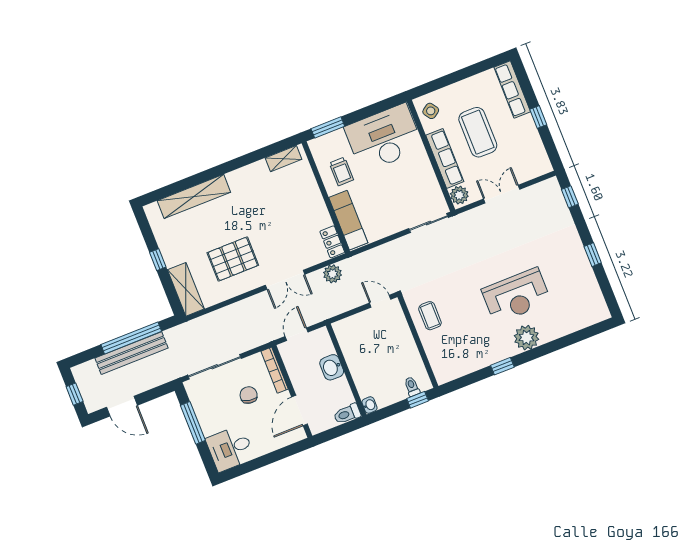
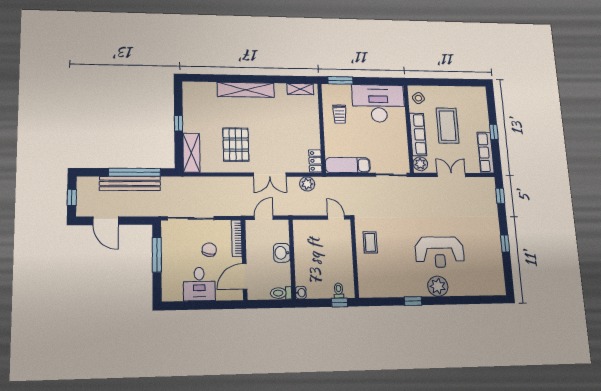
row of seats: (512, 90) -> (486, 153), moved
shelving: (194, 196) -> (246, 90), moved
exam couch: (348, 220) -> (348, 165), moved, turned -90
pallet: (233, 259) -> (236, 145), turned 90
desk: (230, 448) -> (199, 284), moved, turned -90

